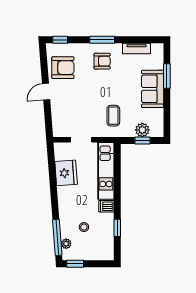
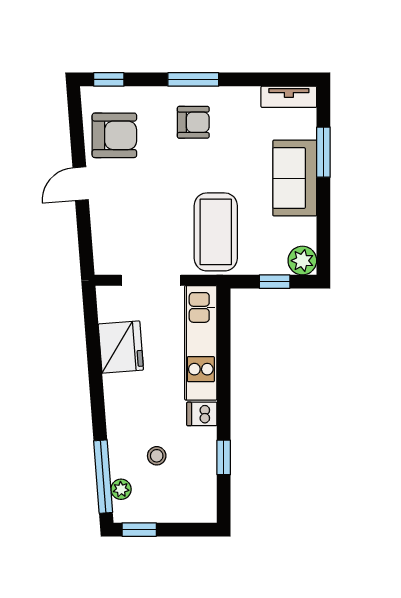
tv unit: (136, 48) -> (289, 97), moved
coffee table: (113, 116) -> (216, 232), width x1.86, depth x1.72
plant: (142, 130) -> (302, 261), moved
doorway: (81, 140) -> (151, 280), width x1.38

